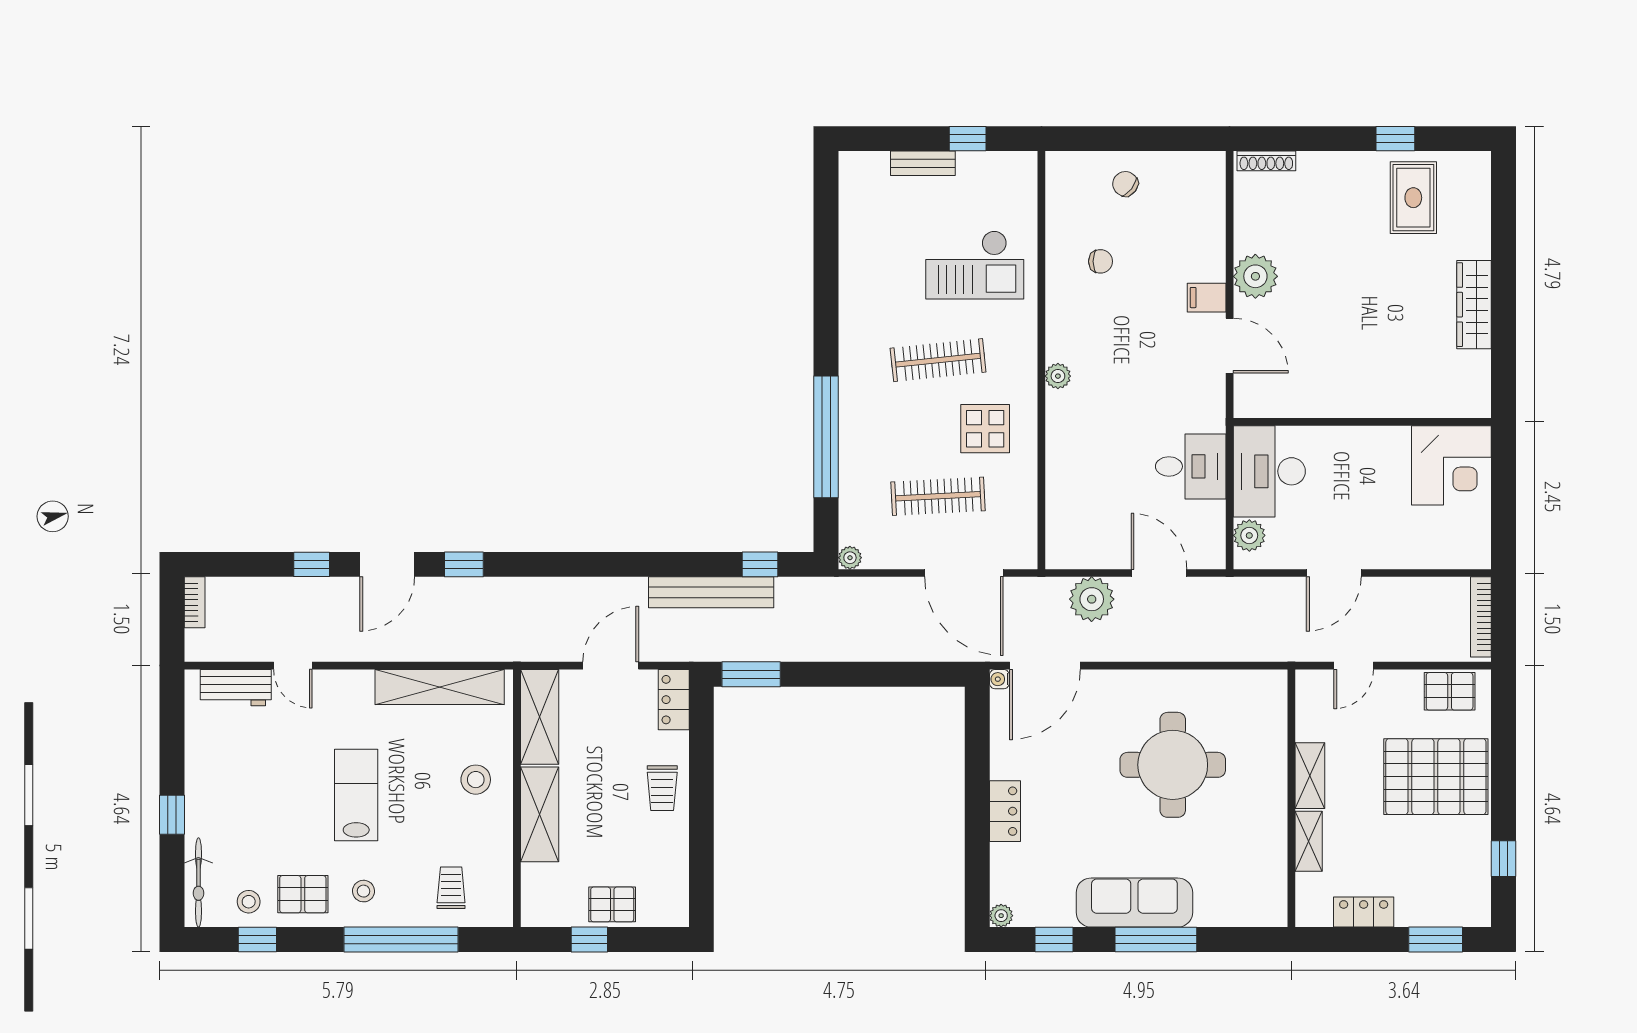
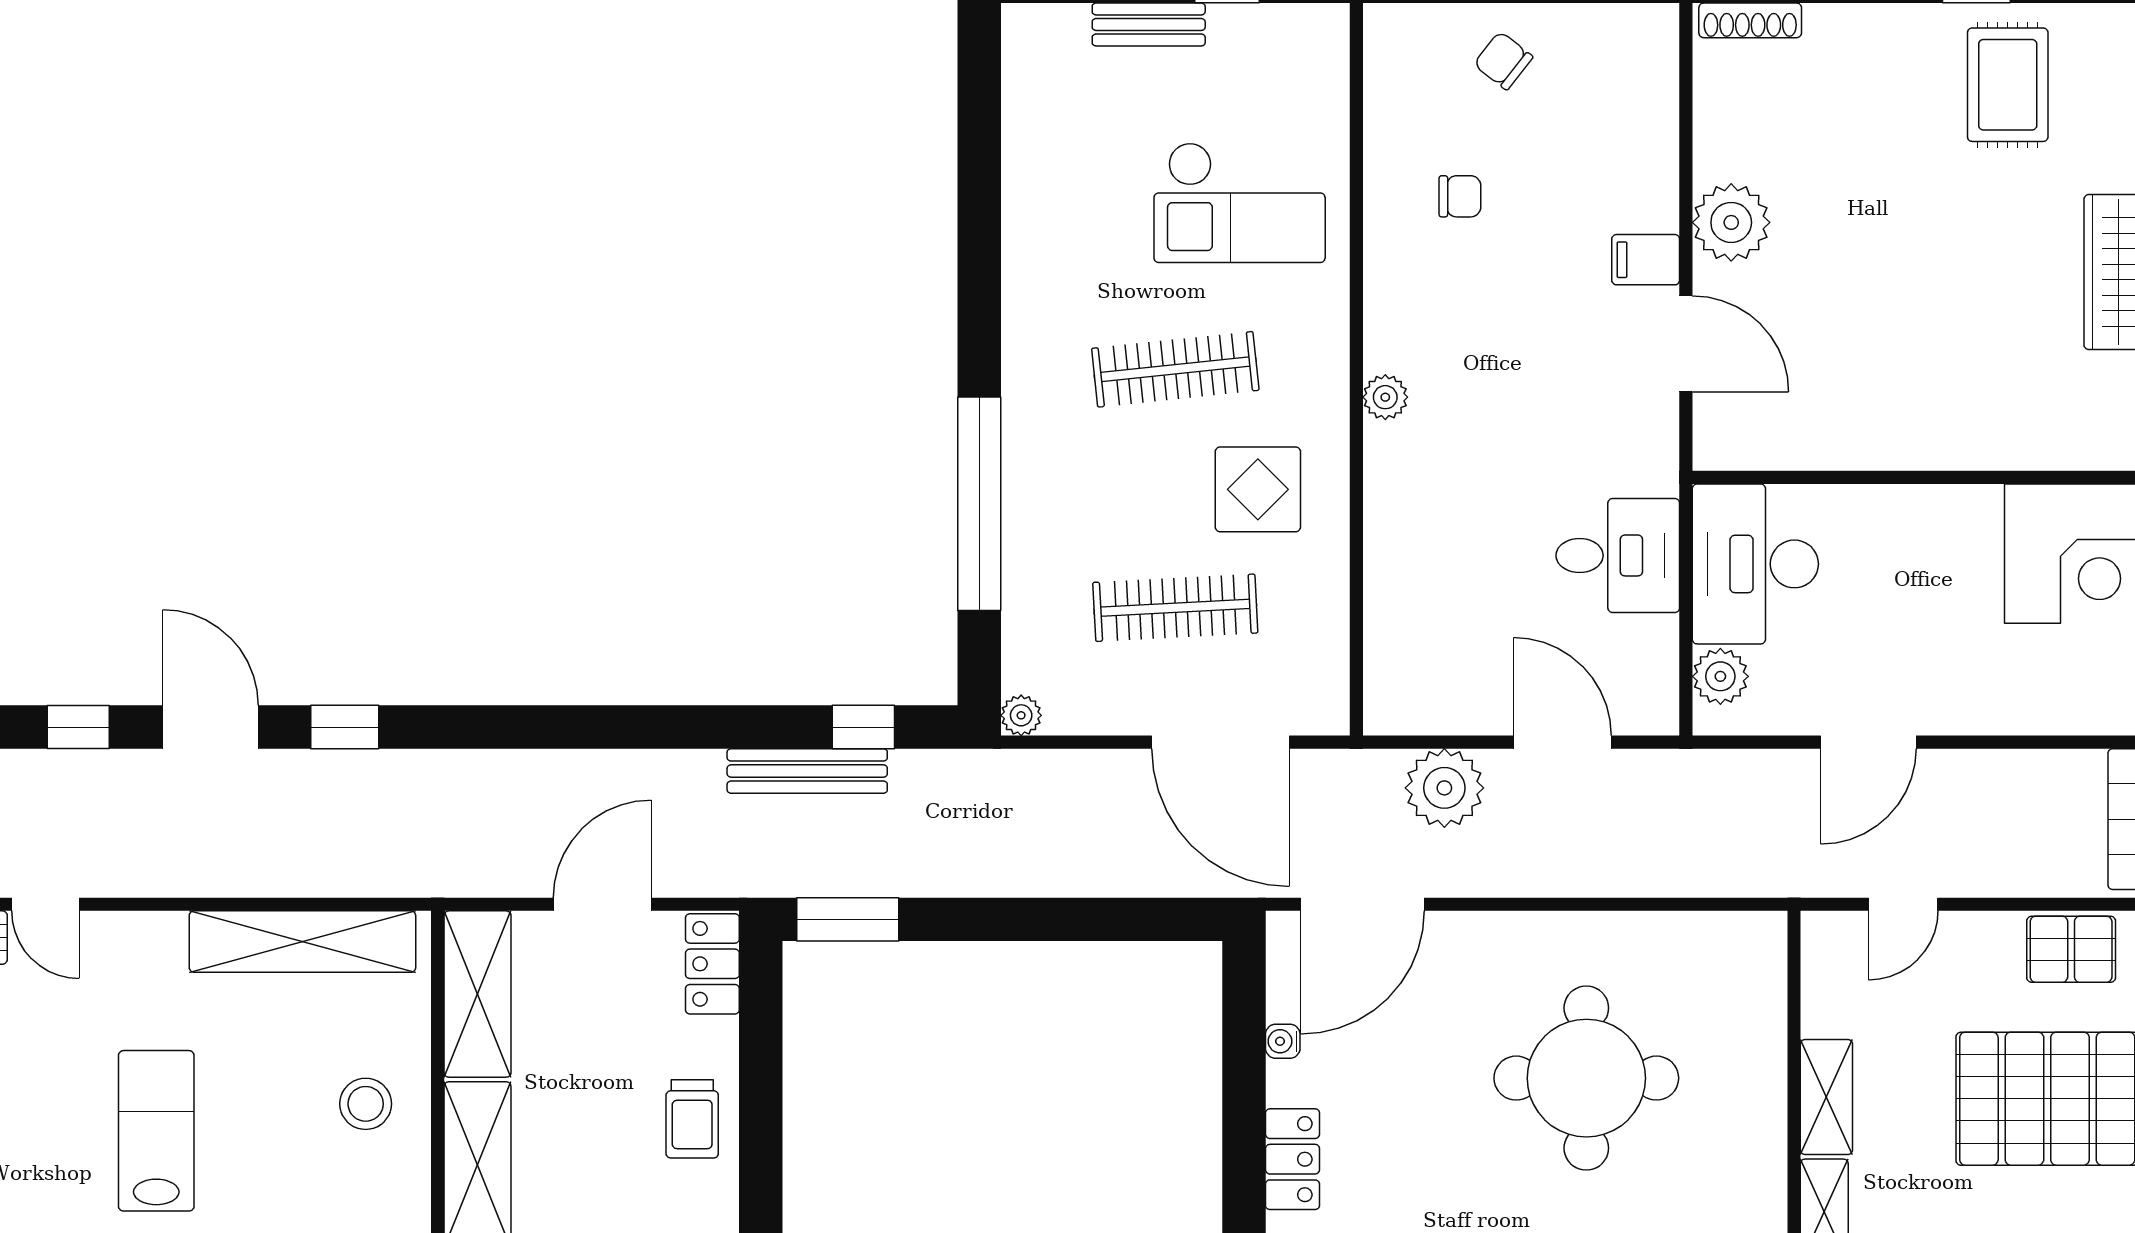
door: (387, 564) -> (211, 727), swing flipped
bench: (711, 592) -> (807, 771), width x0.73, depth x0.82
water cooler: (999, 679) -> (1283, 1041), moved

